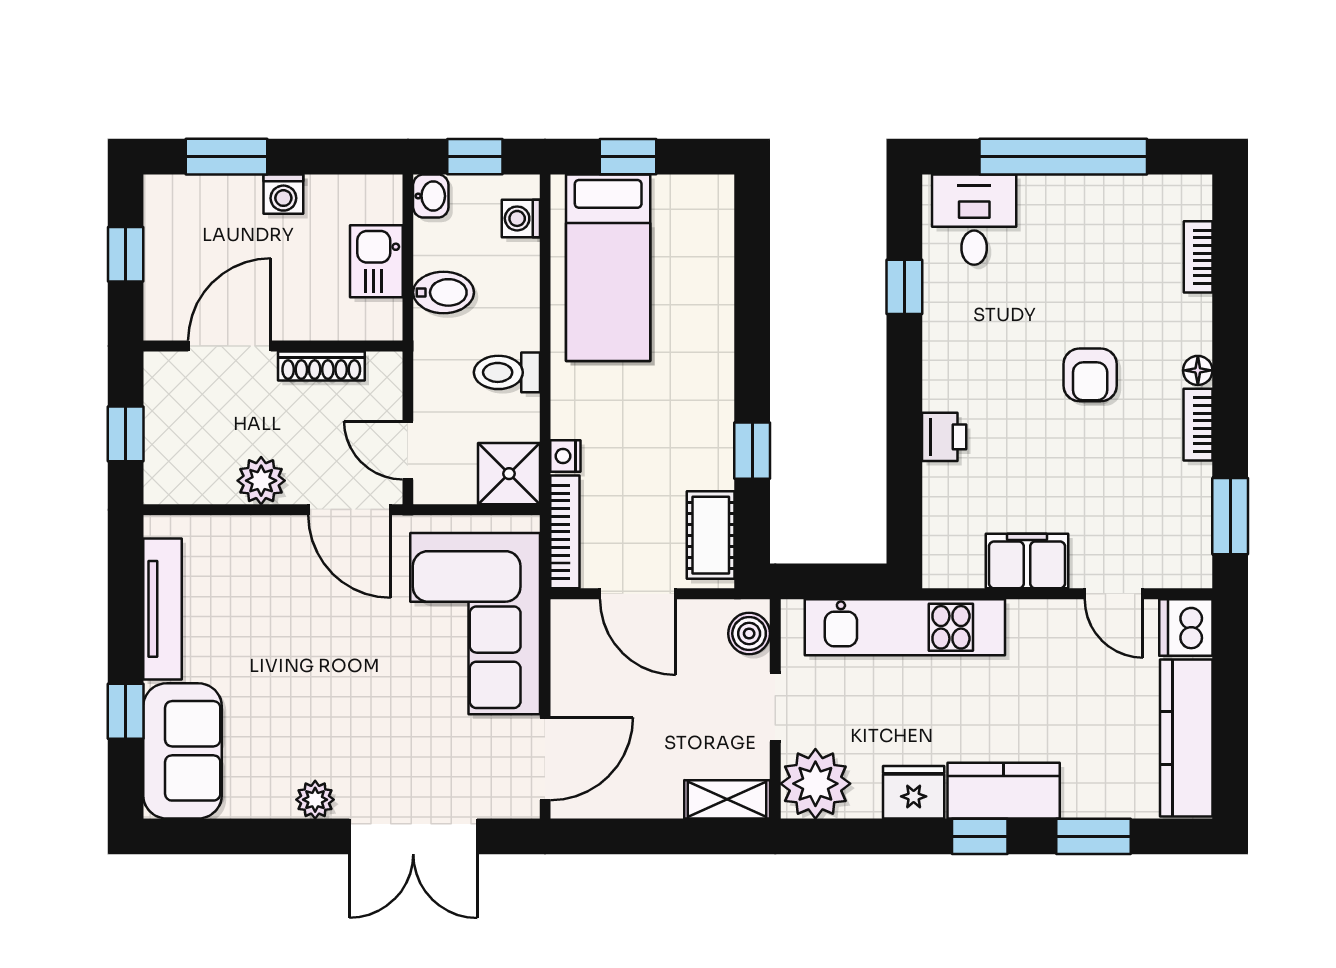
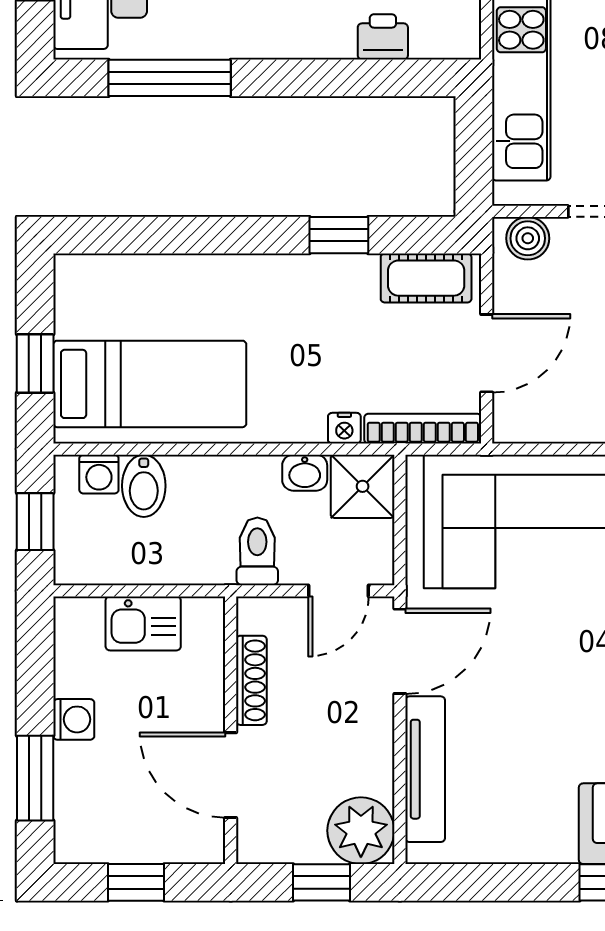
washbasin: (431, 196) -> (305, 473), moved, turned 180
window: (904, 287) -> (170, 78), width x2.17
bidet: (443, 292) -> (144, 486), moved, turned 180
toilet: (507, 372) -> (257, 551), moved, turned 180
printer: (944, 437) -> (383, 37), moved
plant: (261, 481) -> (361, 831), moved, width x1.36, depth x1.36
tv unit: (162, 609) -> (425, 769), moved, turned 90

